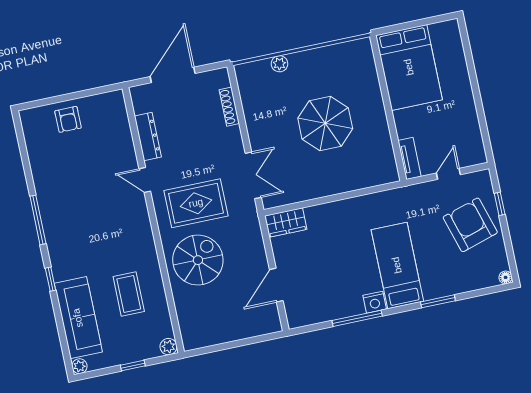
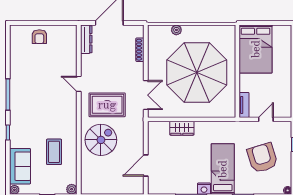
parasol: (325, 123) -> (197, 72), width x1.86, depth x1.86
dresser: (148, 137) -> (86, 39), moved
wardrobe: (286, 223) -> (182, 128), moved
armchair: (470, 225) -> (262, 158), moved
sofa: (78, 318) -> (20, 166), width x0.73

